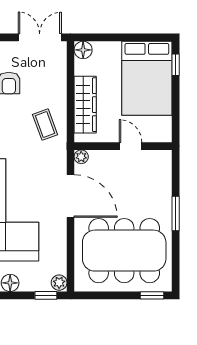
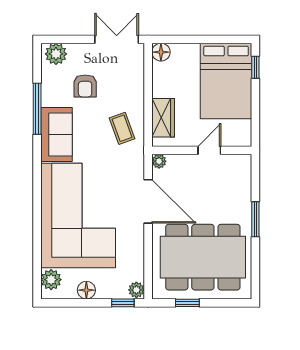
wardrobe: (85, 105) -> (163, 118), width x0.67
door: (131, 146) -> (209, 150), hinge flipped
window: (152, 295) -> (187, 303), moved

